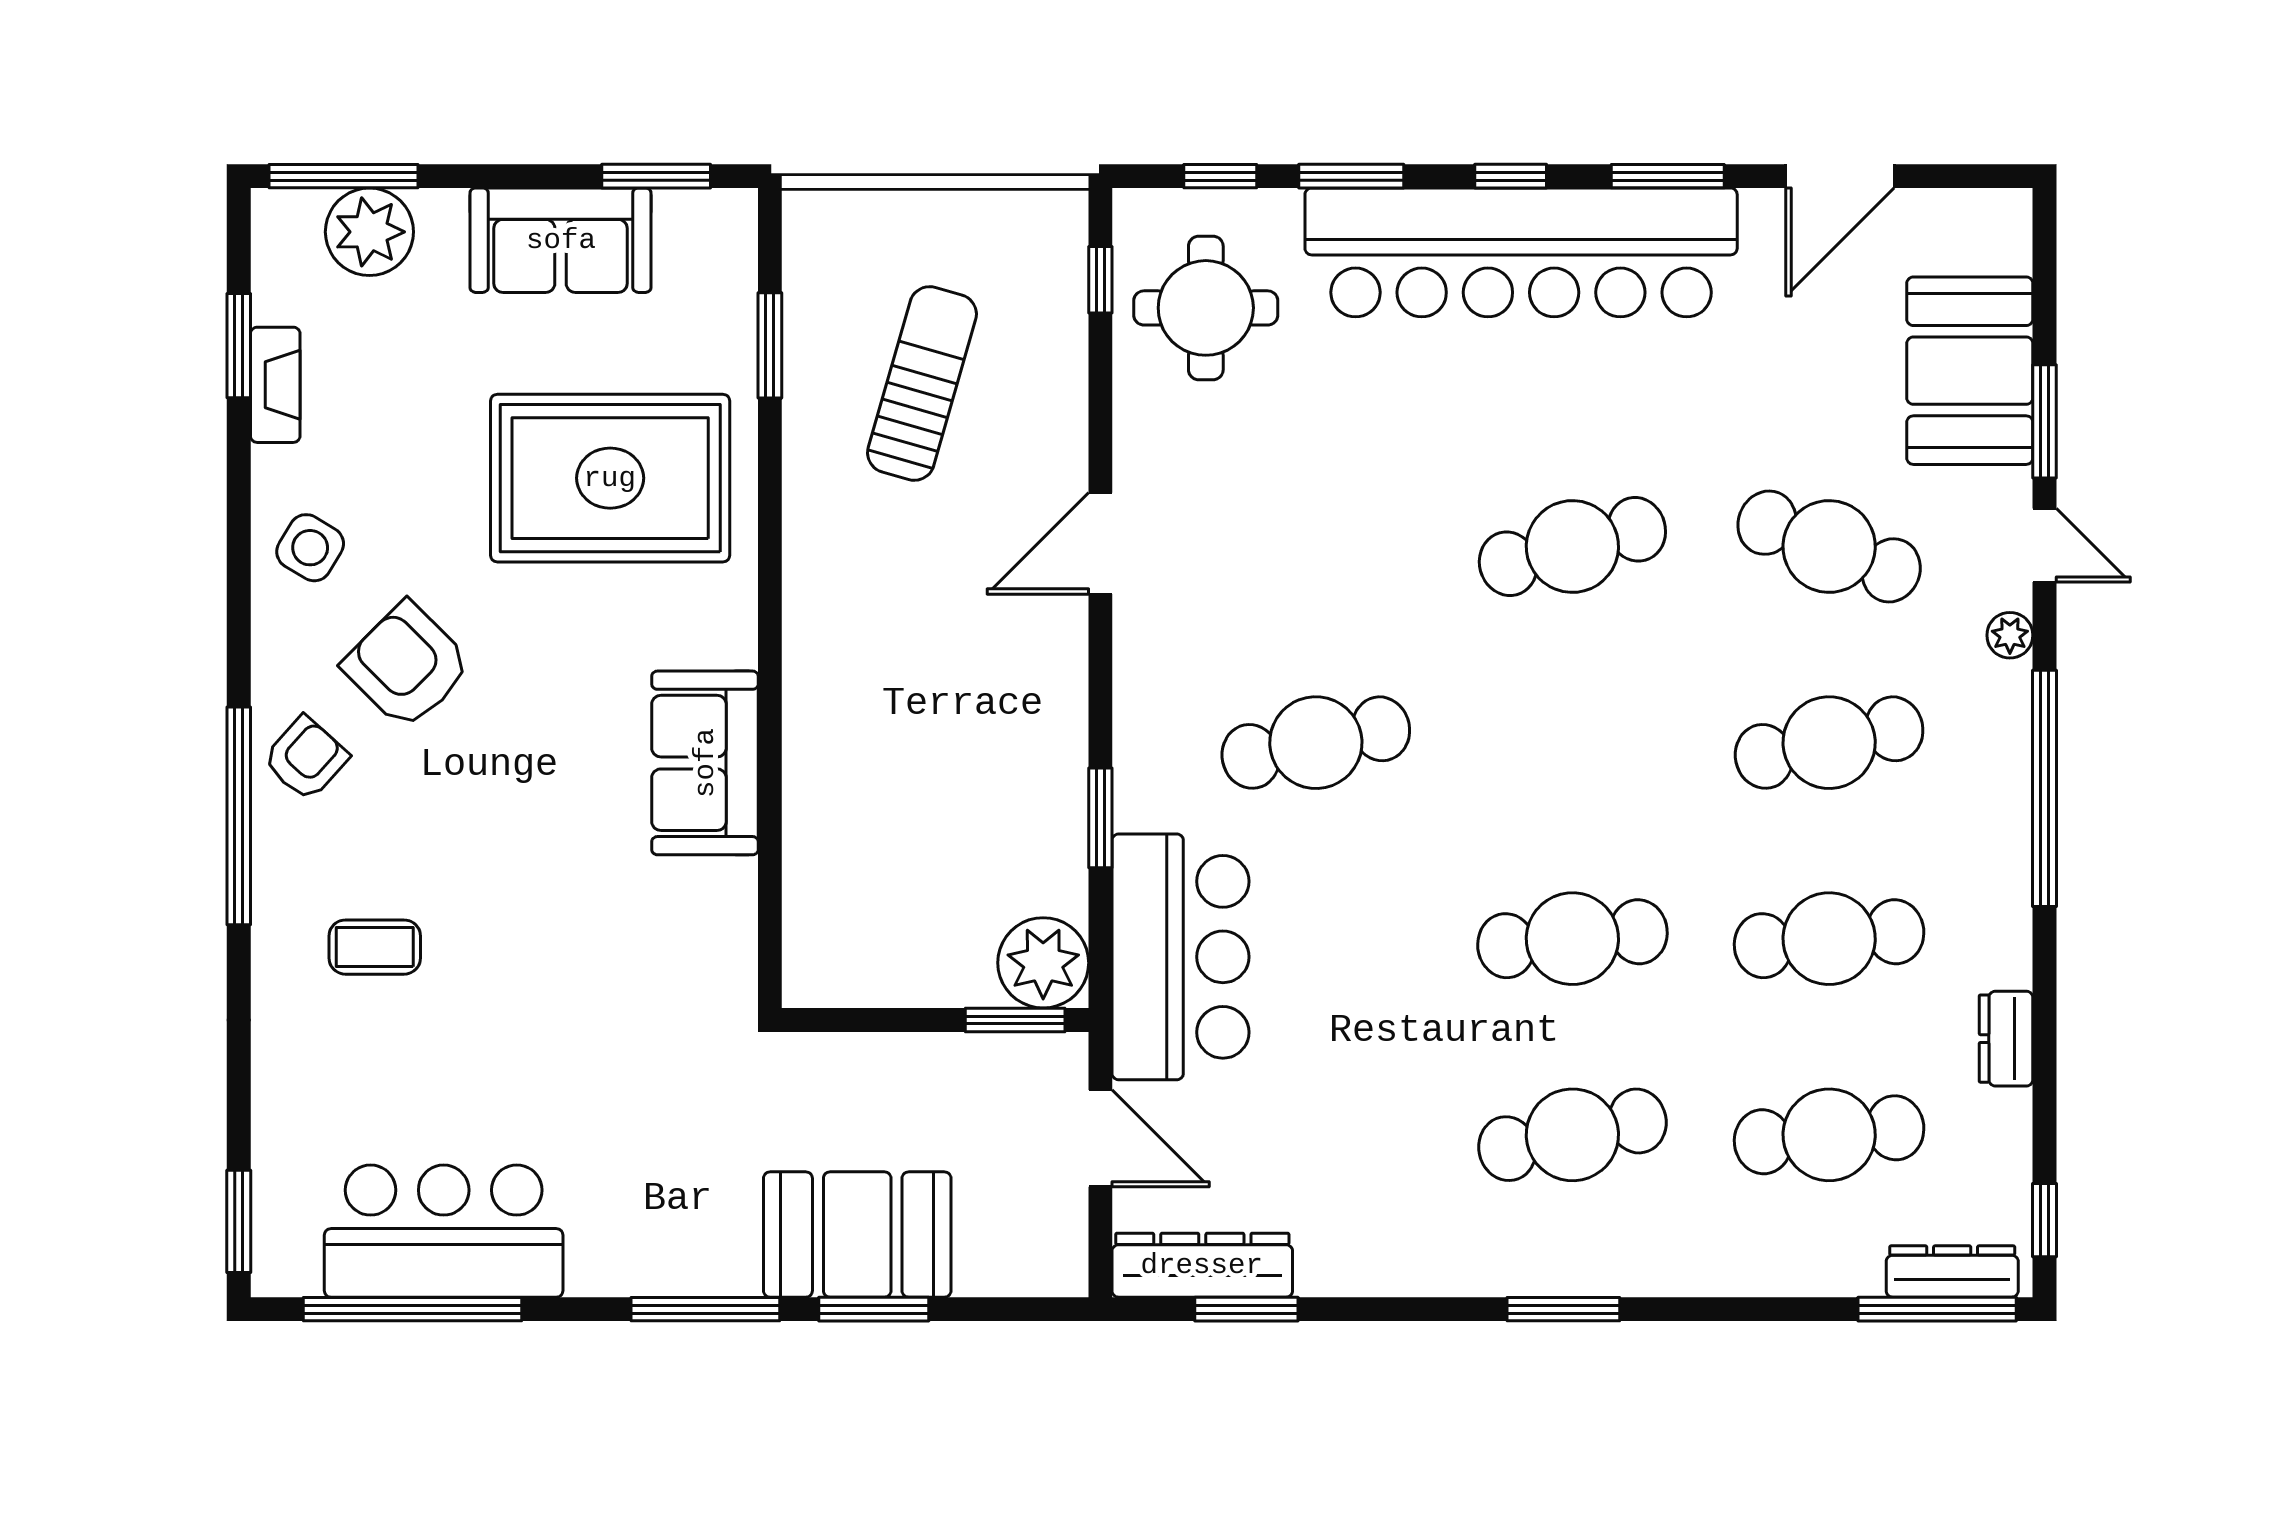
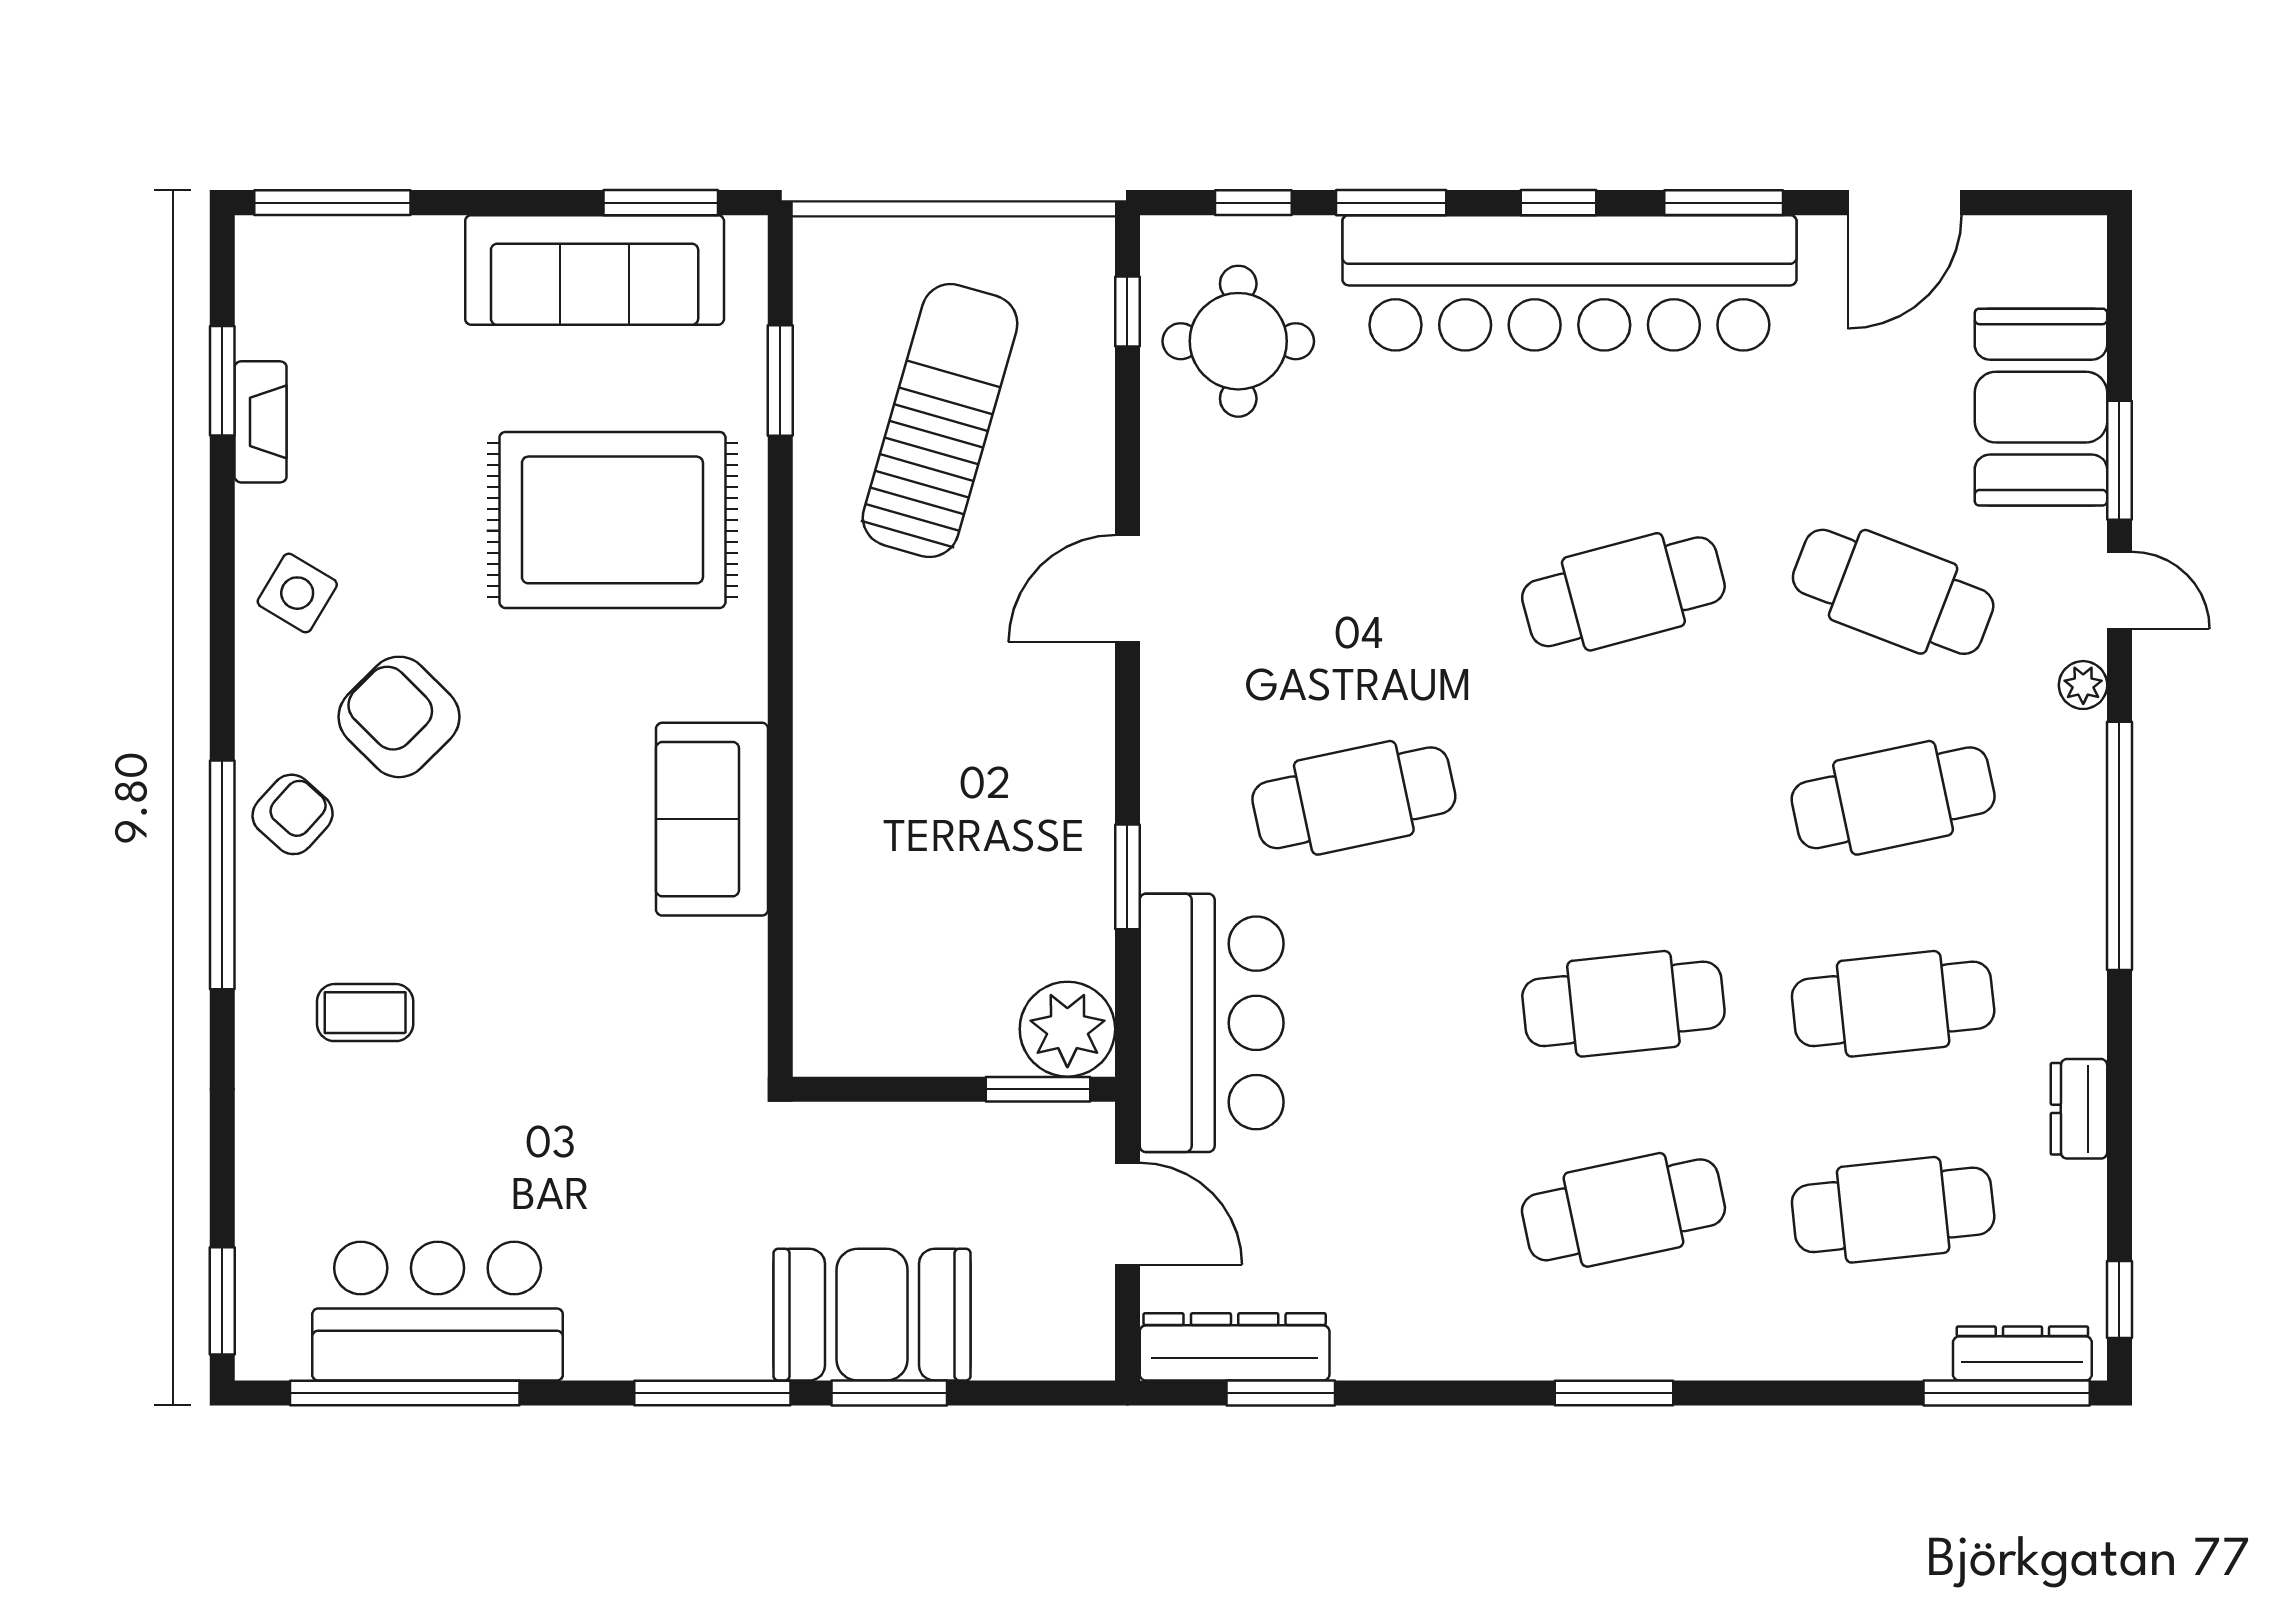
plant: (369, 232) -> (360, 261), removed
sofa: (561, 240) -> (595, 270), width x1.36
sun lounger: (922, 383) -> (940, 421), width x1.36, depth x1.34

